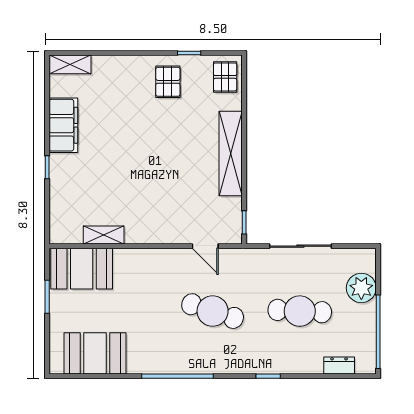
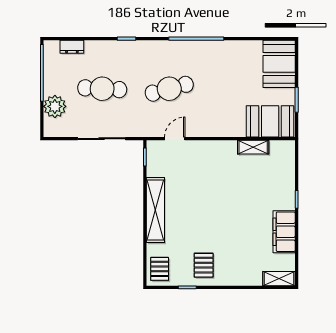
door: (205, 246) -> (175, 139), hinge flipped
cafe table: (213, 311) -> (169, 89), turned -33
booth: (95, 353) -> (279, 64), moved, turned 90

